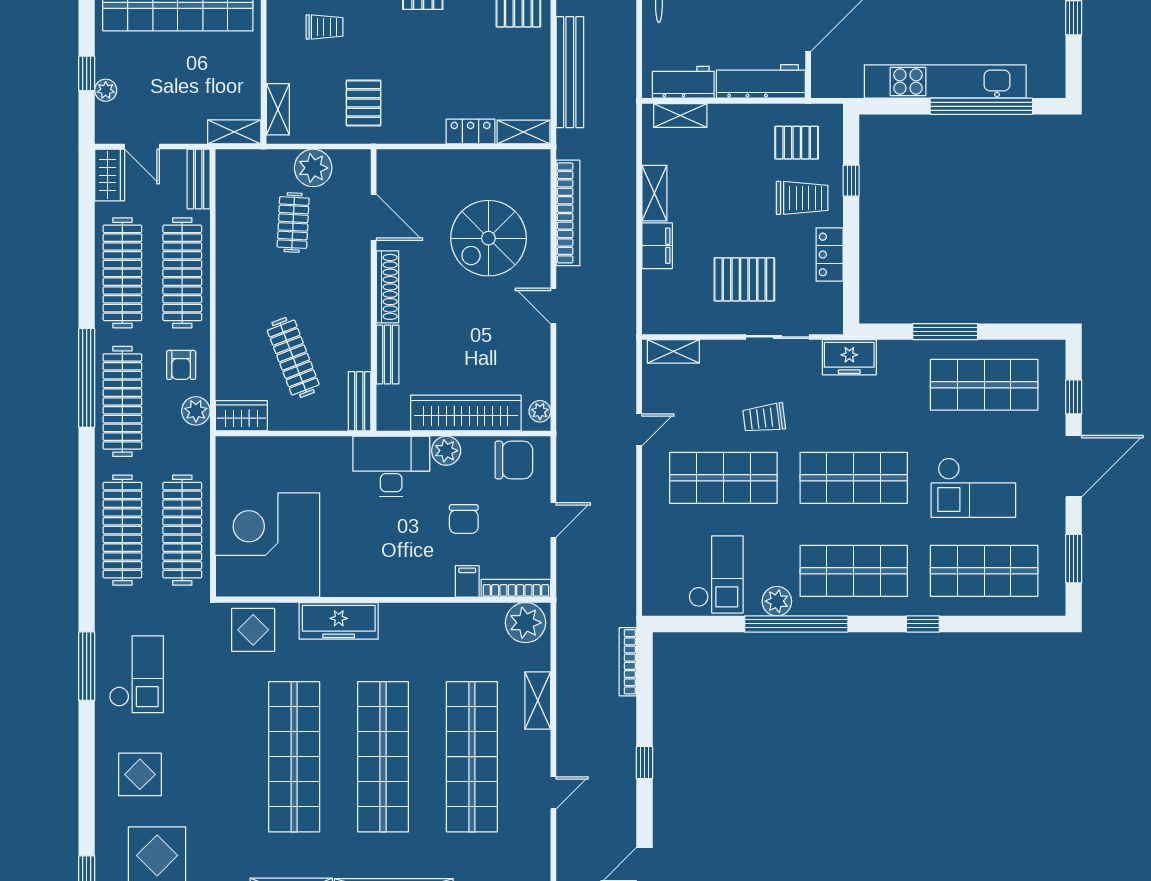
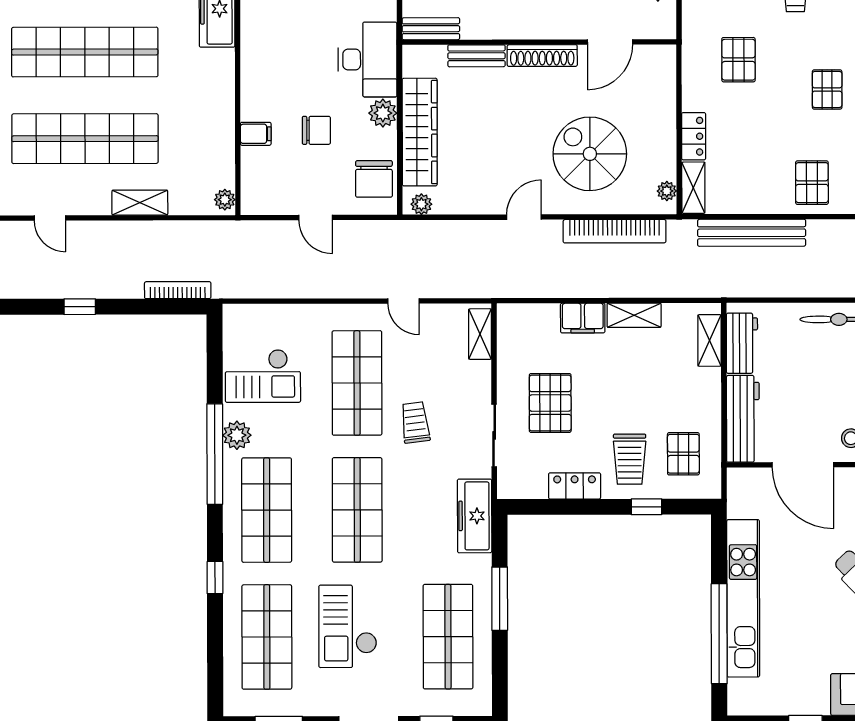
pallet: (364, 103) -> (738, 60), moved, turned 90
plant: (527, 159) -> (667, 191), added
freezer: (849, 357) -> (475, 516), width x1.40
chair: (464, 519) -> (316, 130), turned 180
bookcase: (516, 588) -> (249, 181), removed
plant: (525, 623) -> (225, 200), width x0.53, depth x0.53

